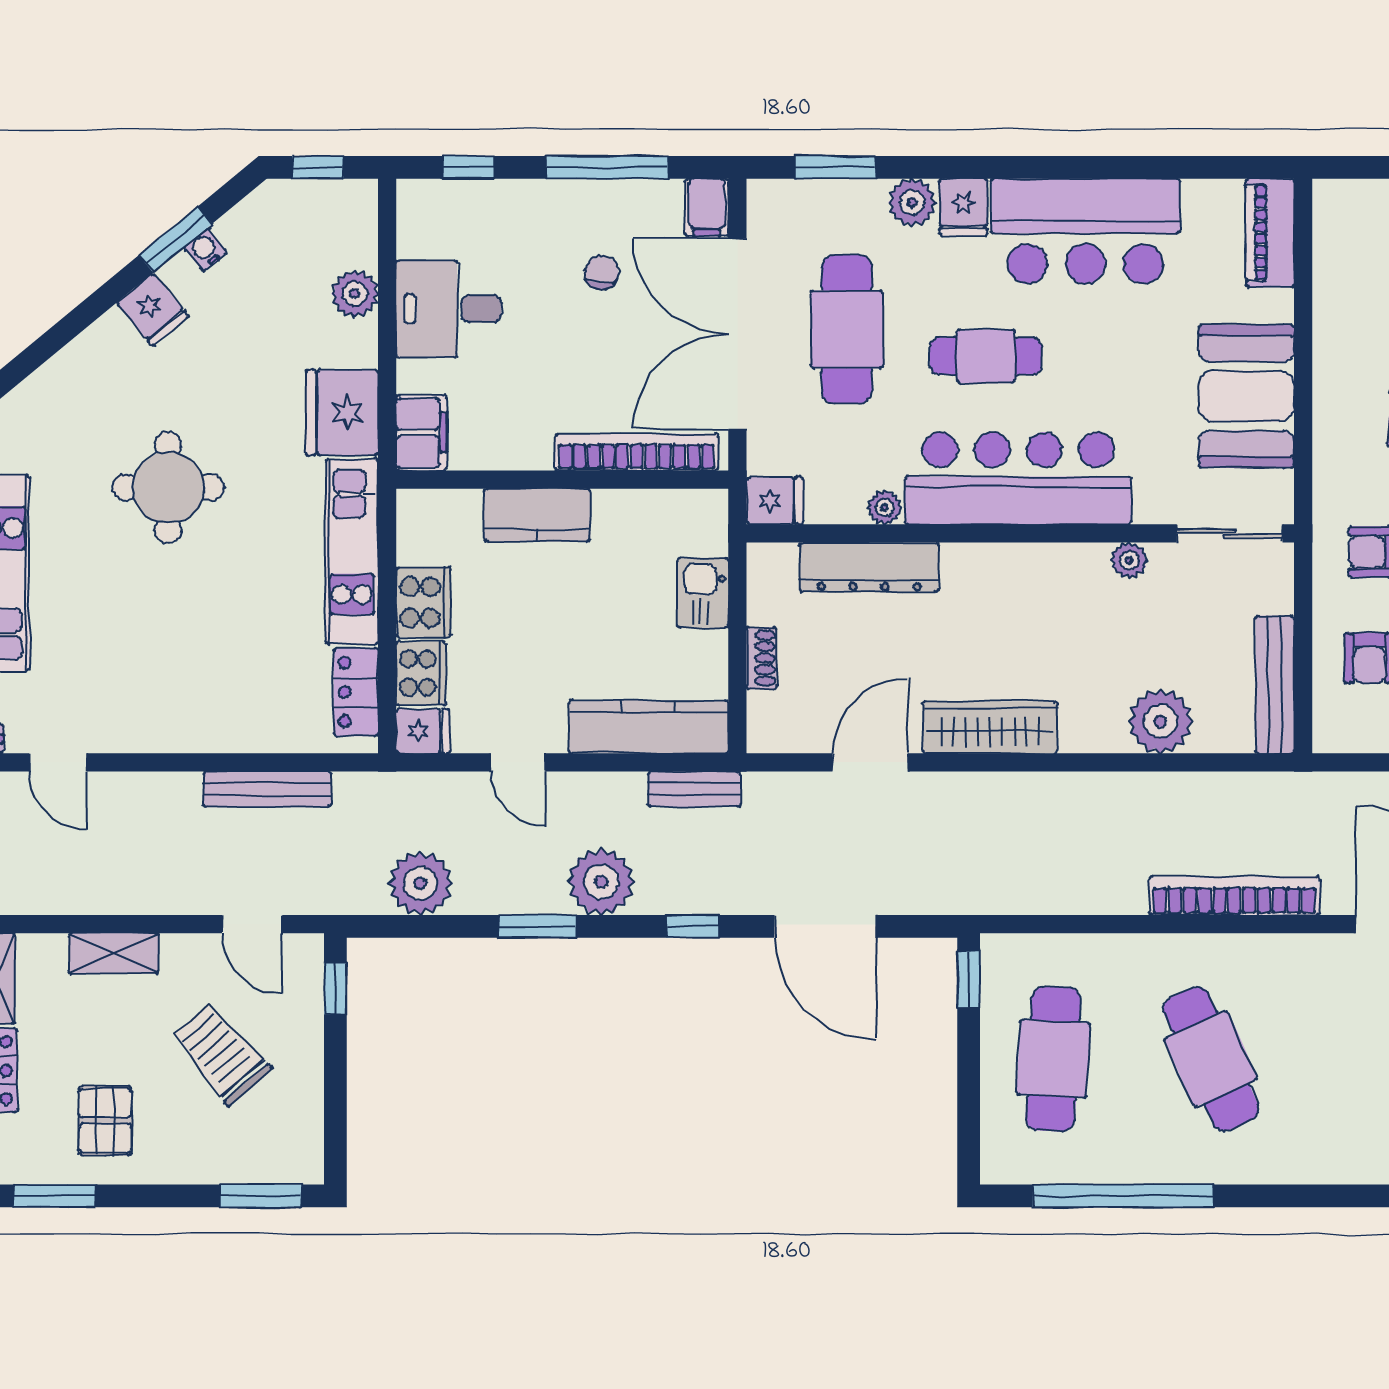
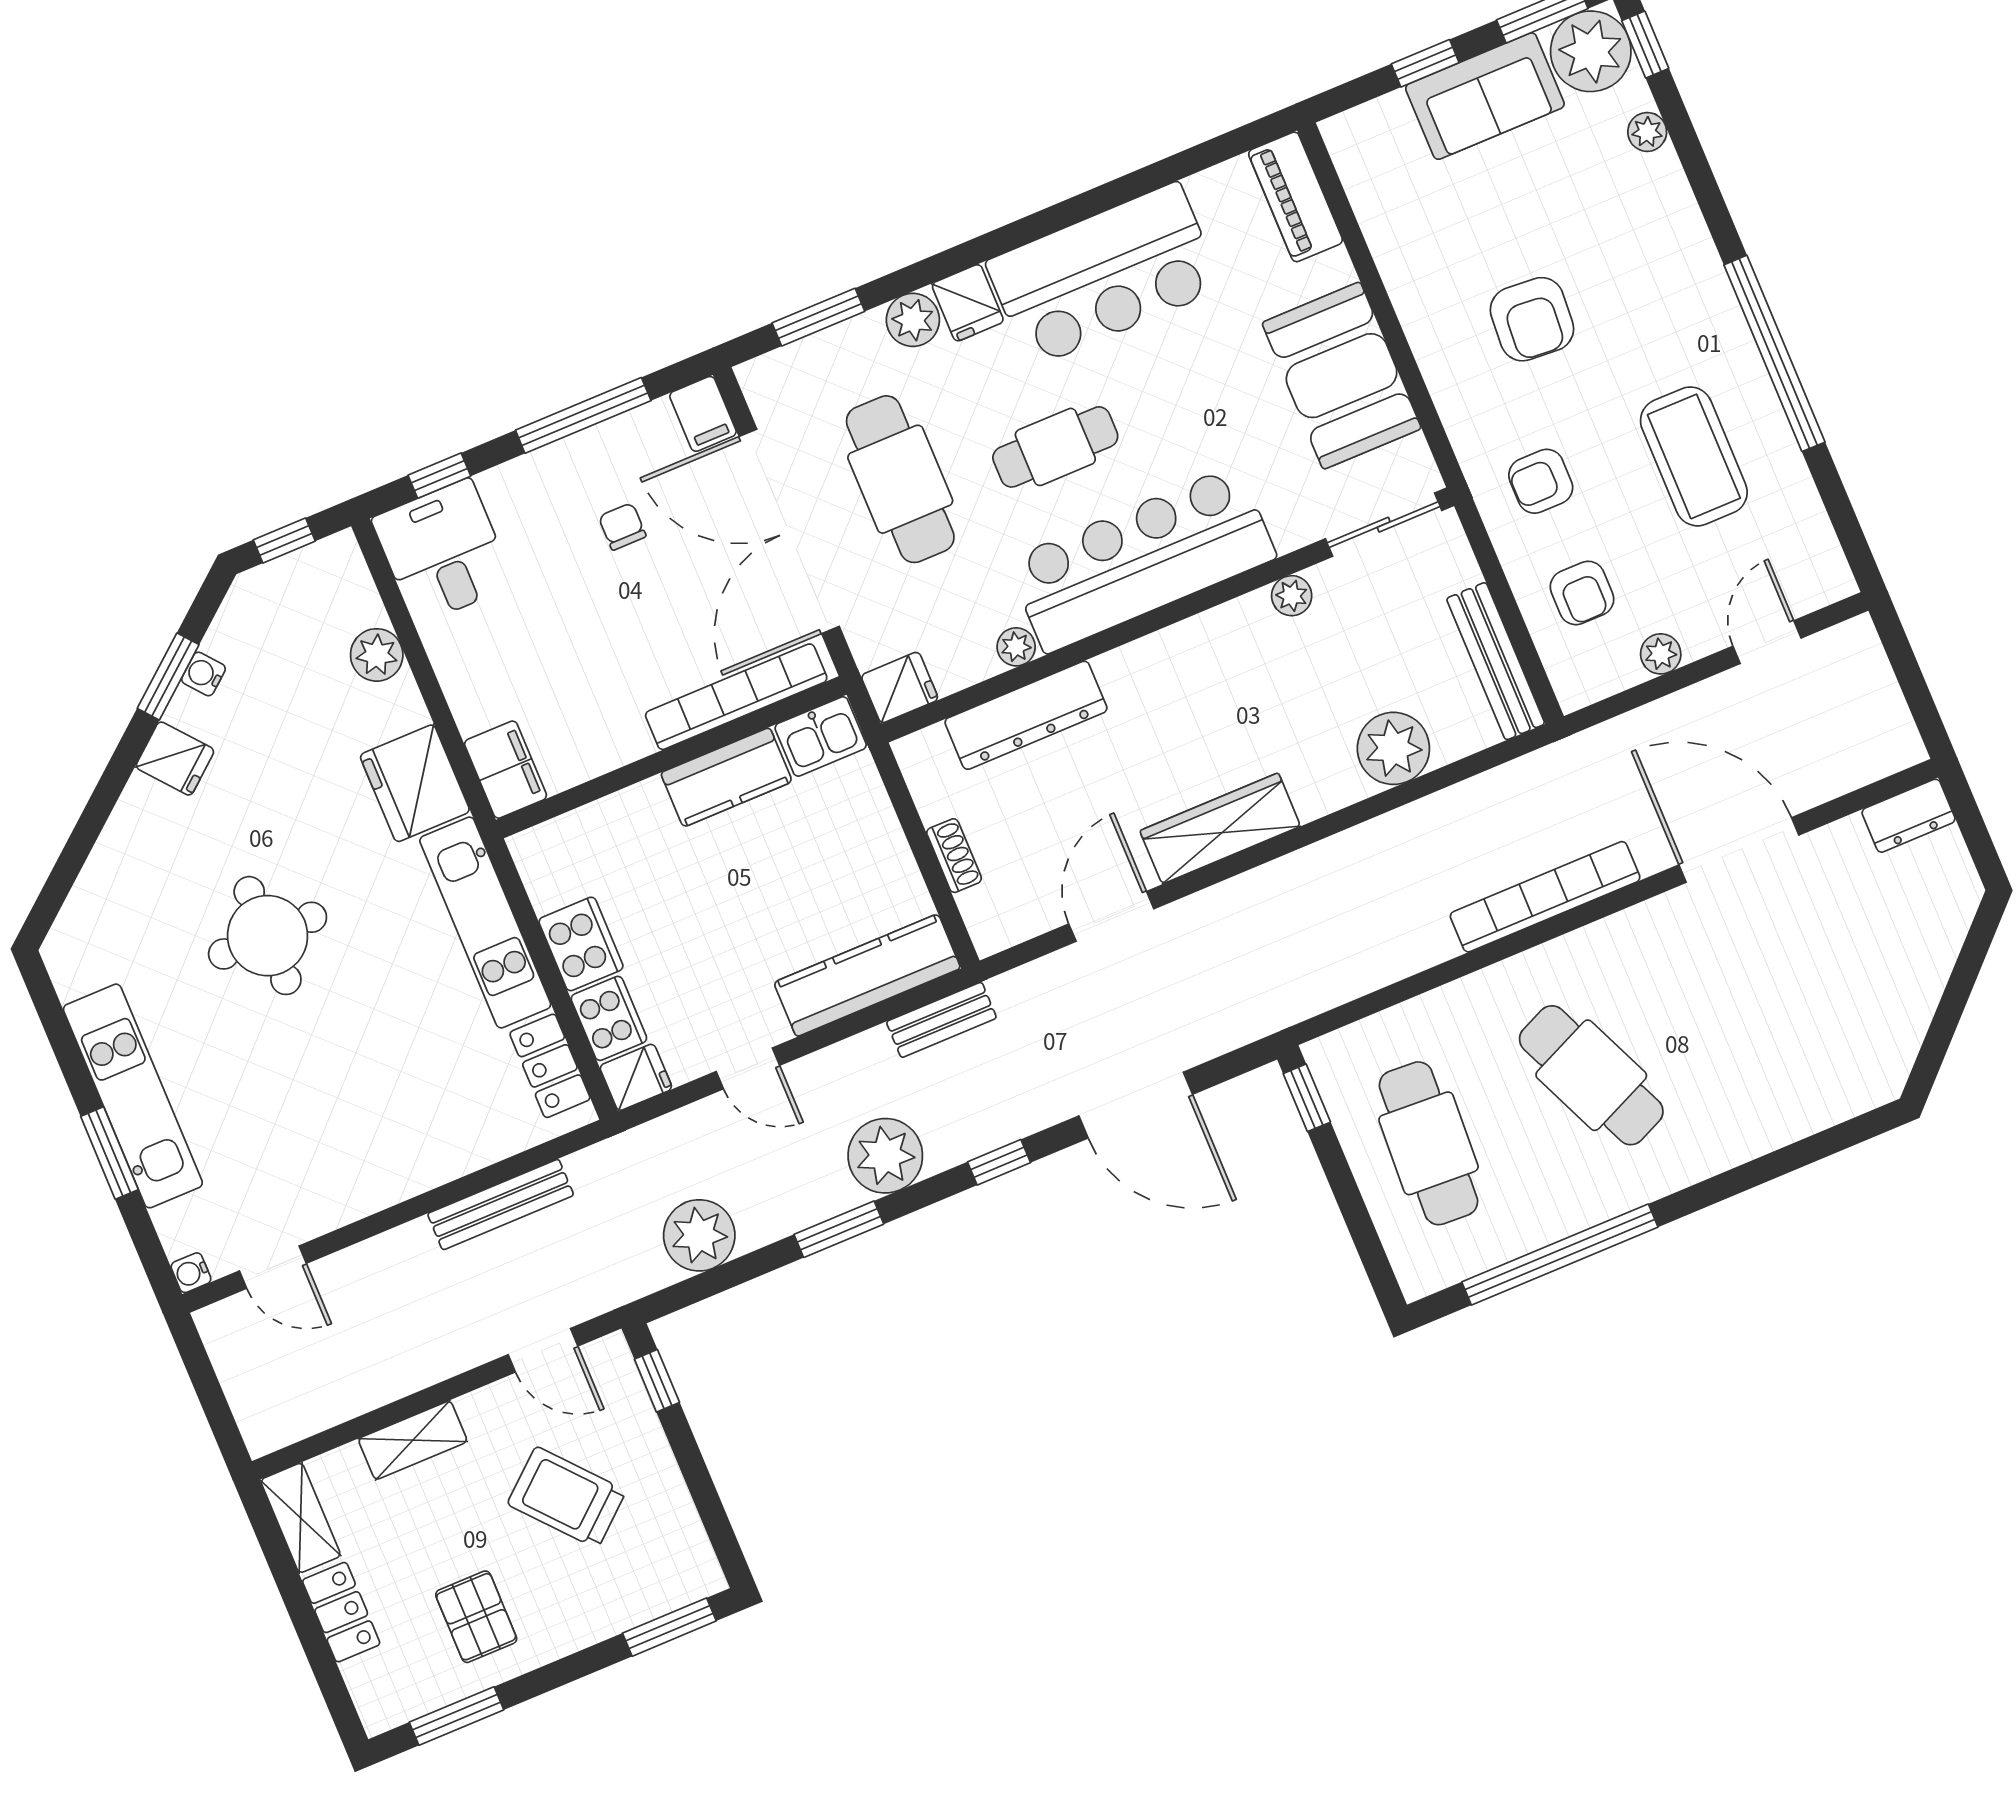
desk: (449, 309) -> (443, 552), moved, turned 90
kitchen counter: (537, 515) -> (726, 777), moved
kitchen sink: (703, 593) -> (821, 736), moved, turned -90

